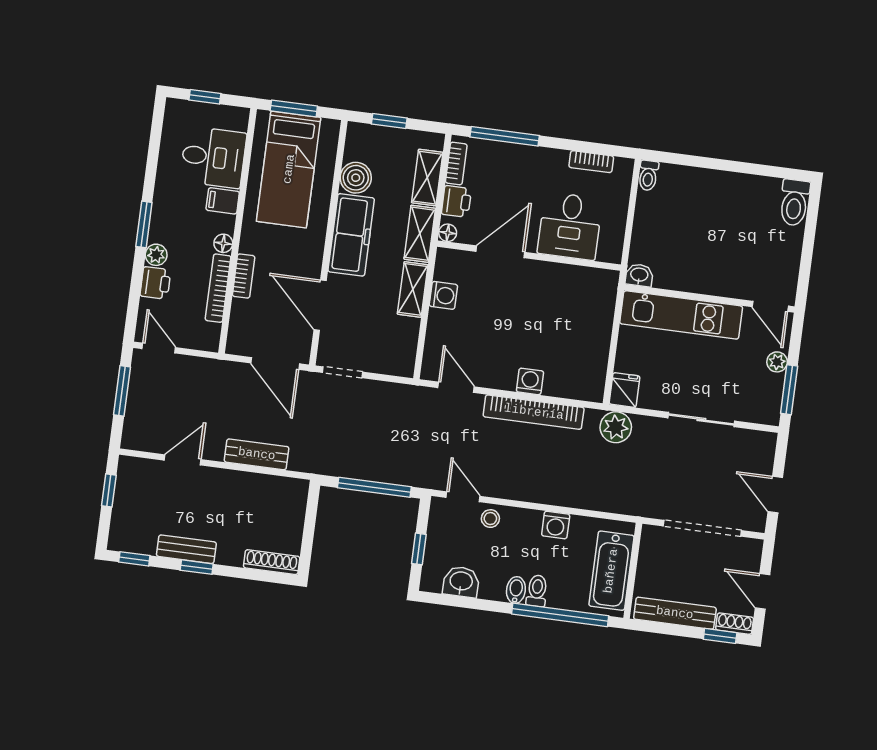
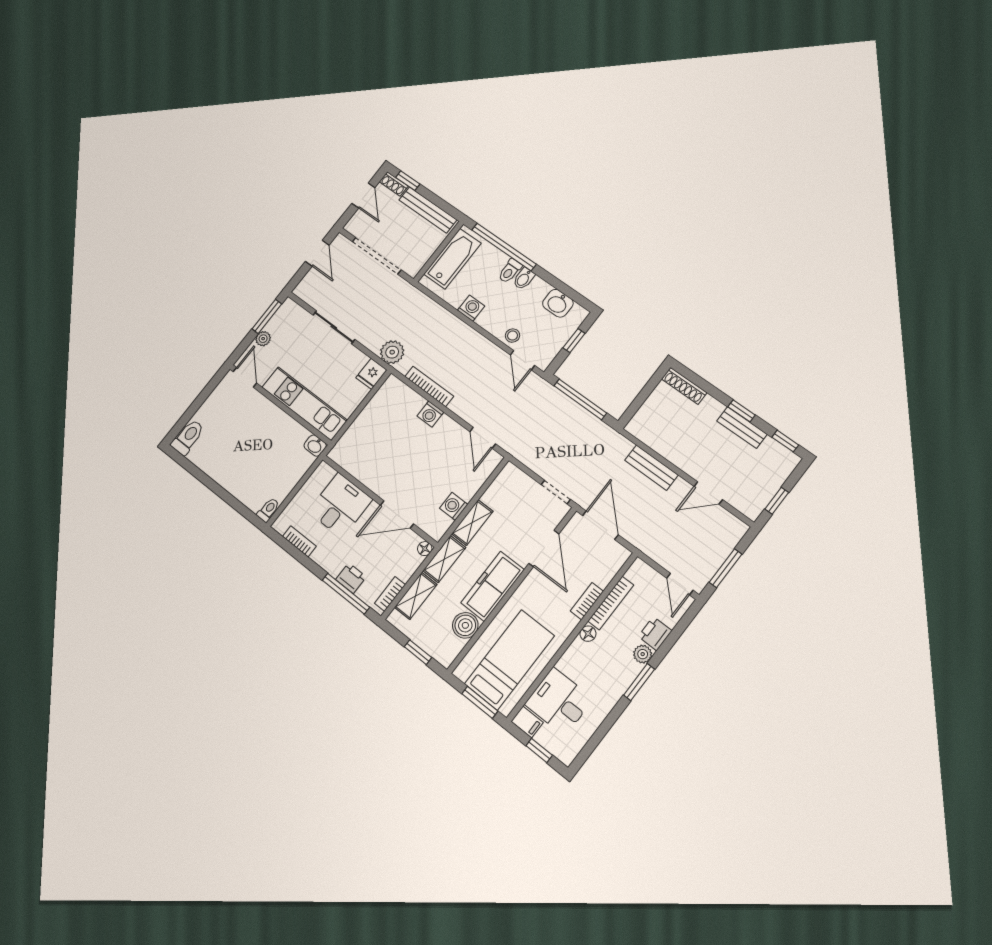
filing cabinet: (223, 201) -> (527, 722), moved
printer: (456, 201) -> (351, 578), moved, turned 90
bookcase: (534, 412) -> (429, 386), width x0.68, depth x0.76

